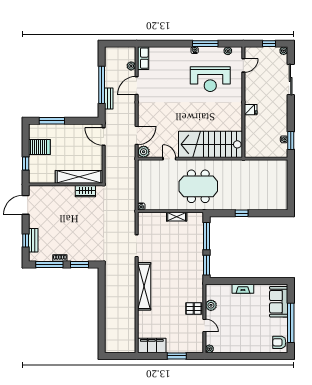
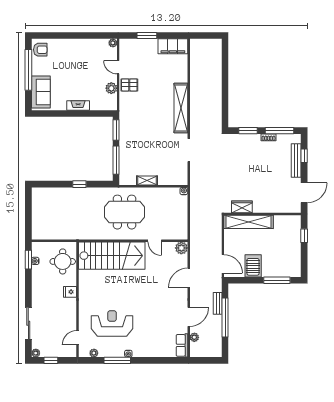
door: (137, 135) -> (189, 278), moved
round table: (258, 139) -> (63, 261), added
server rack: (39, 147) -> (253, 266), moved, turned 90
bench: (33, 240) -> (296, 160), width x1.36

